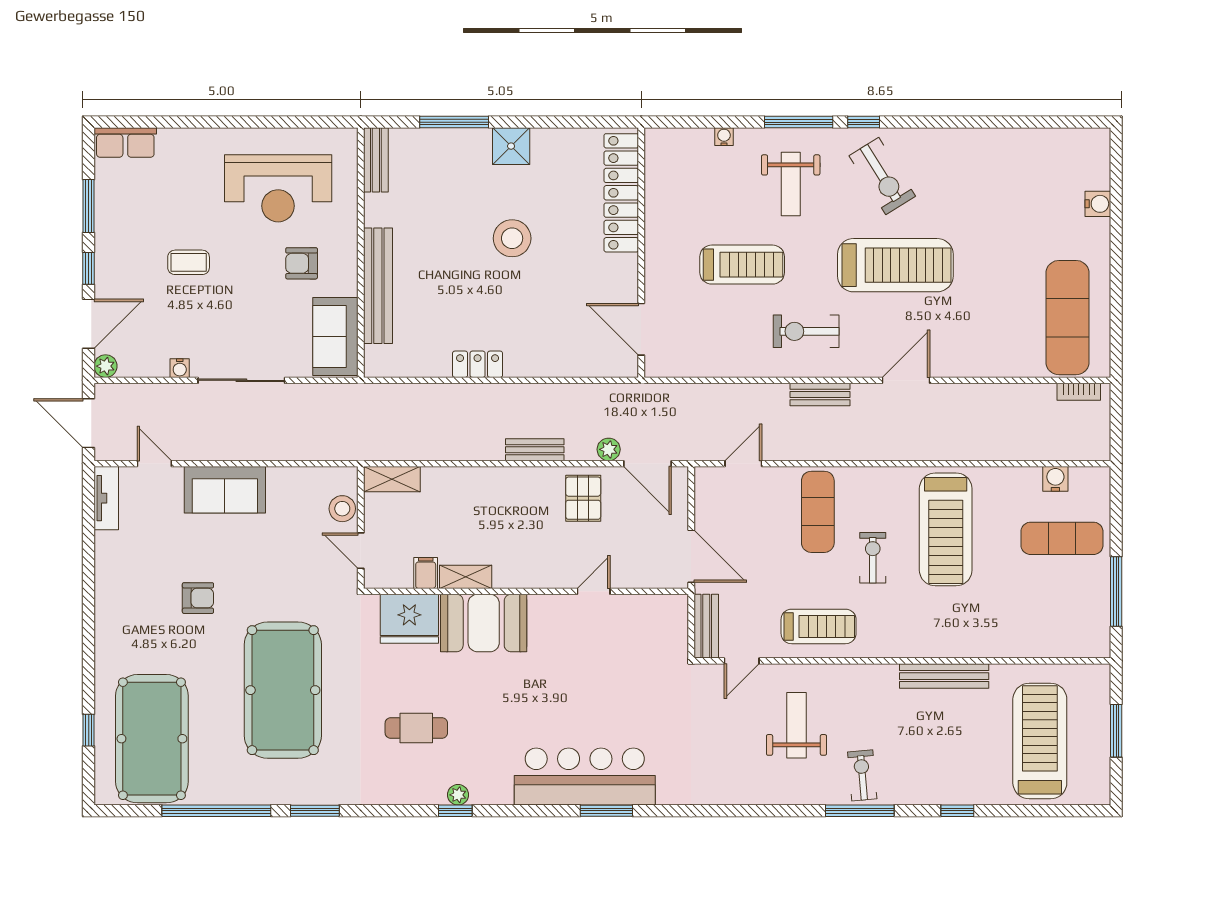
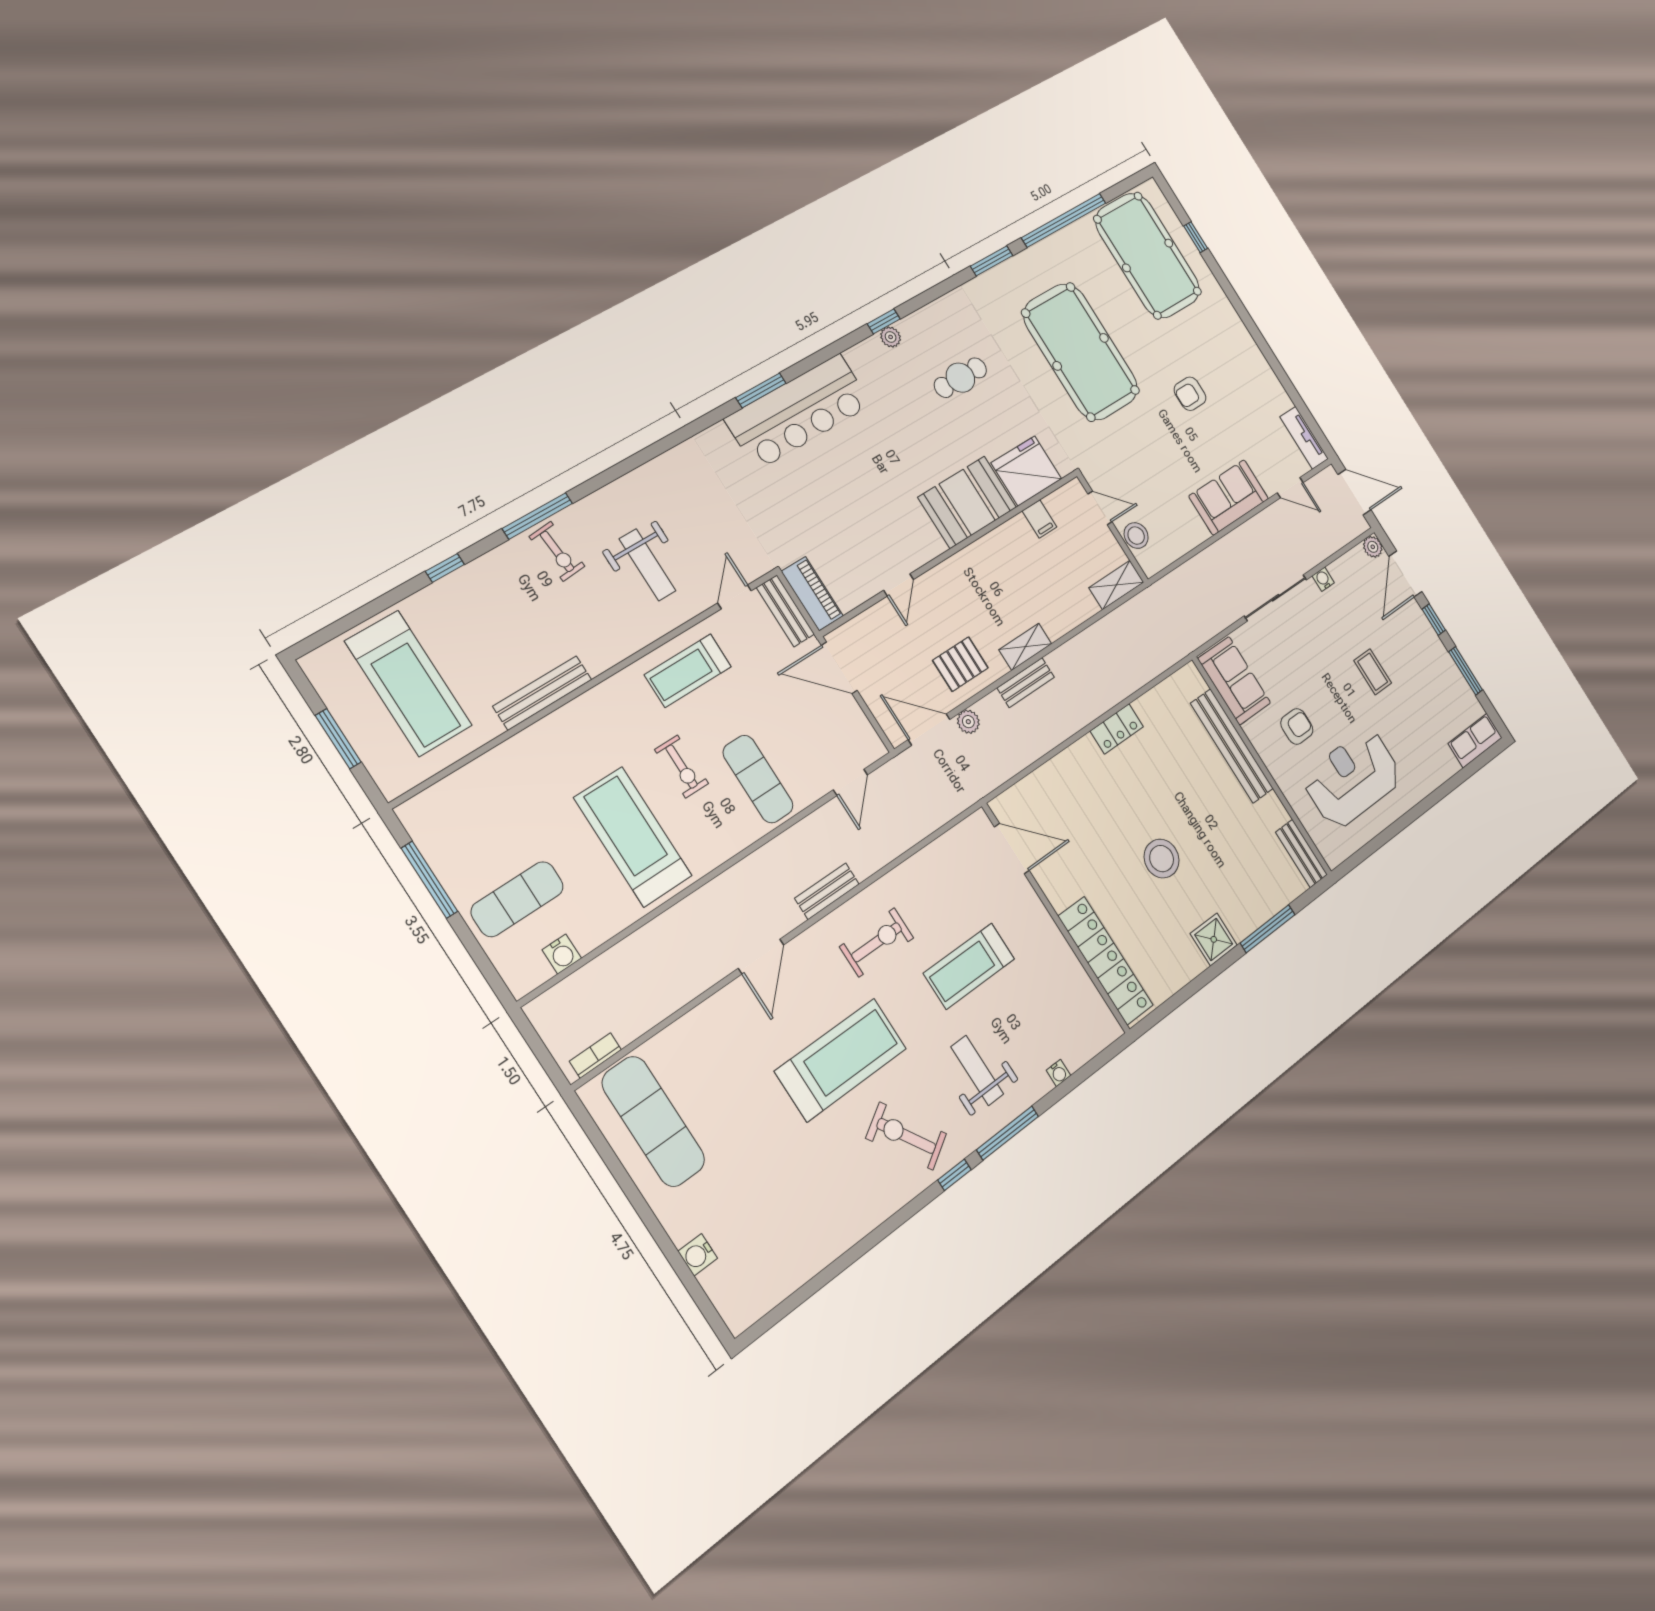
coffee table: (189, 262) -> (1373, 672), turned 90
treadmill: (895, 265) -> (841, 1060), turned 180
pallet: (583, 498) -> (960, 664), turned 90
shelving: (466, 577) -> (1025, 647), moved
piano: (674, 627) -> (812, 594), added

